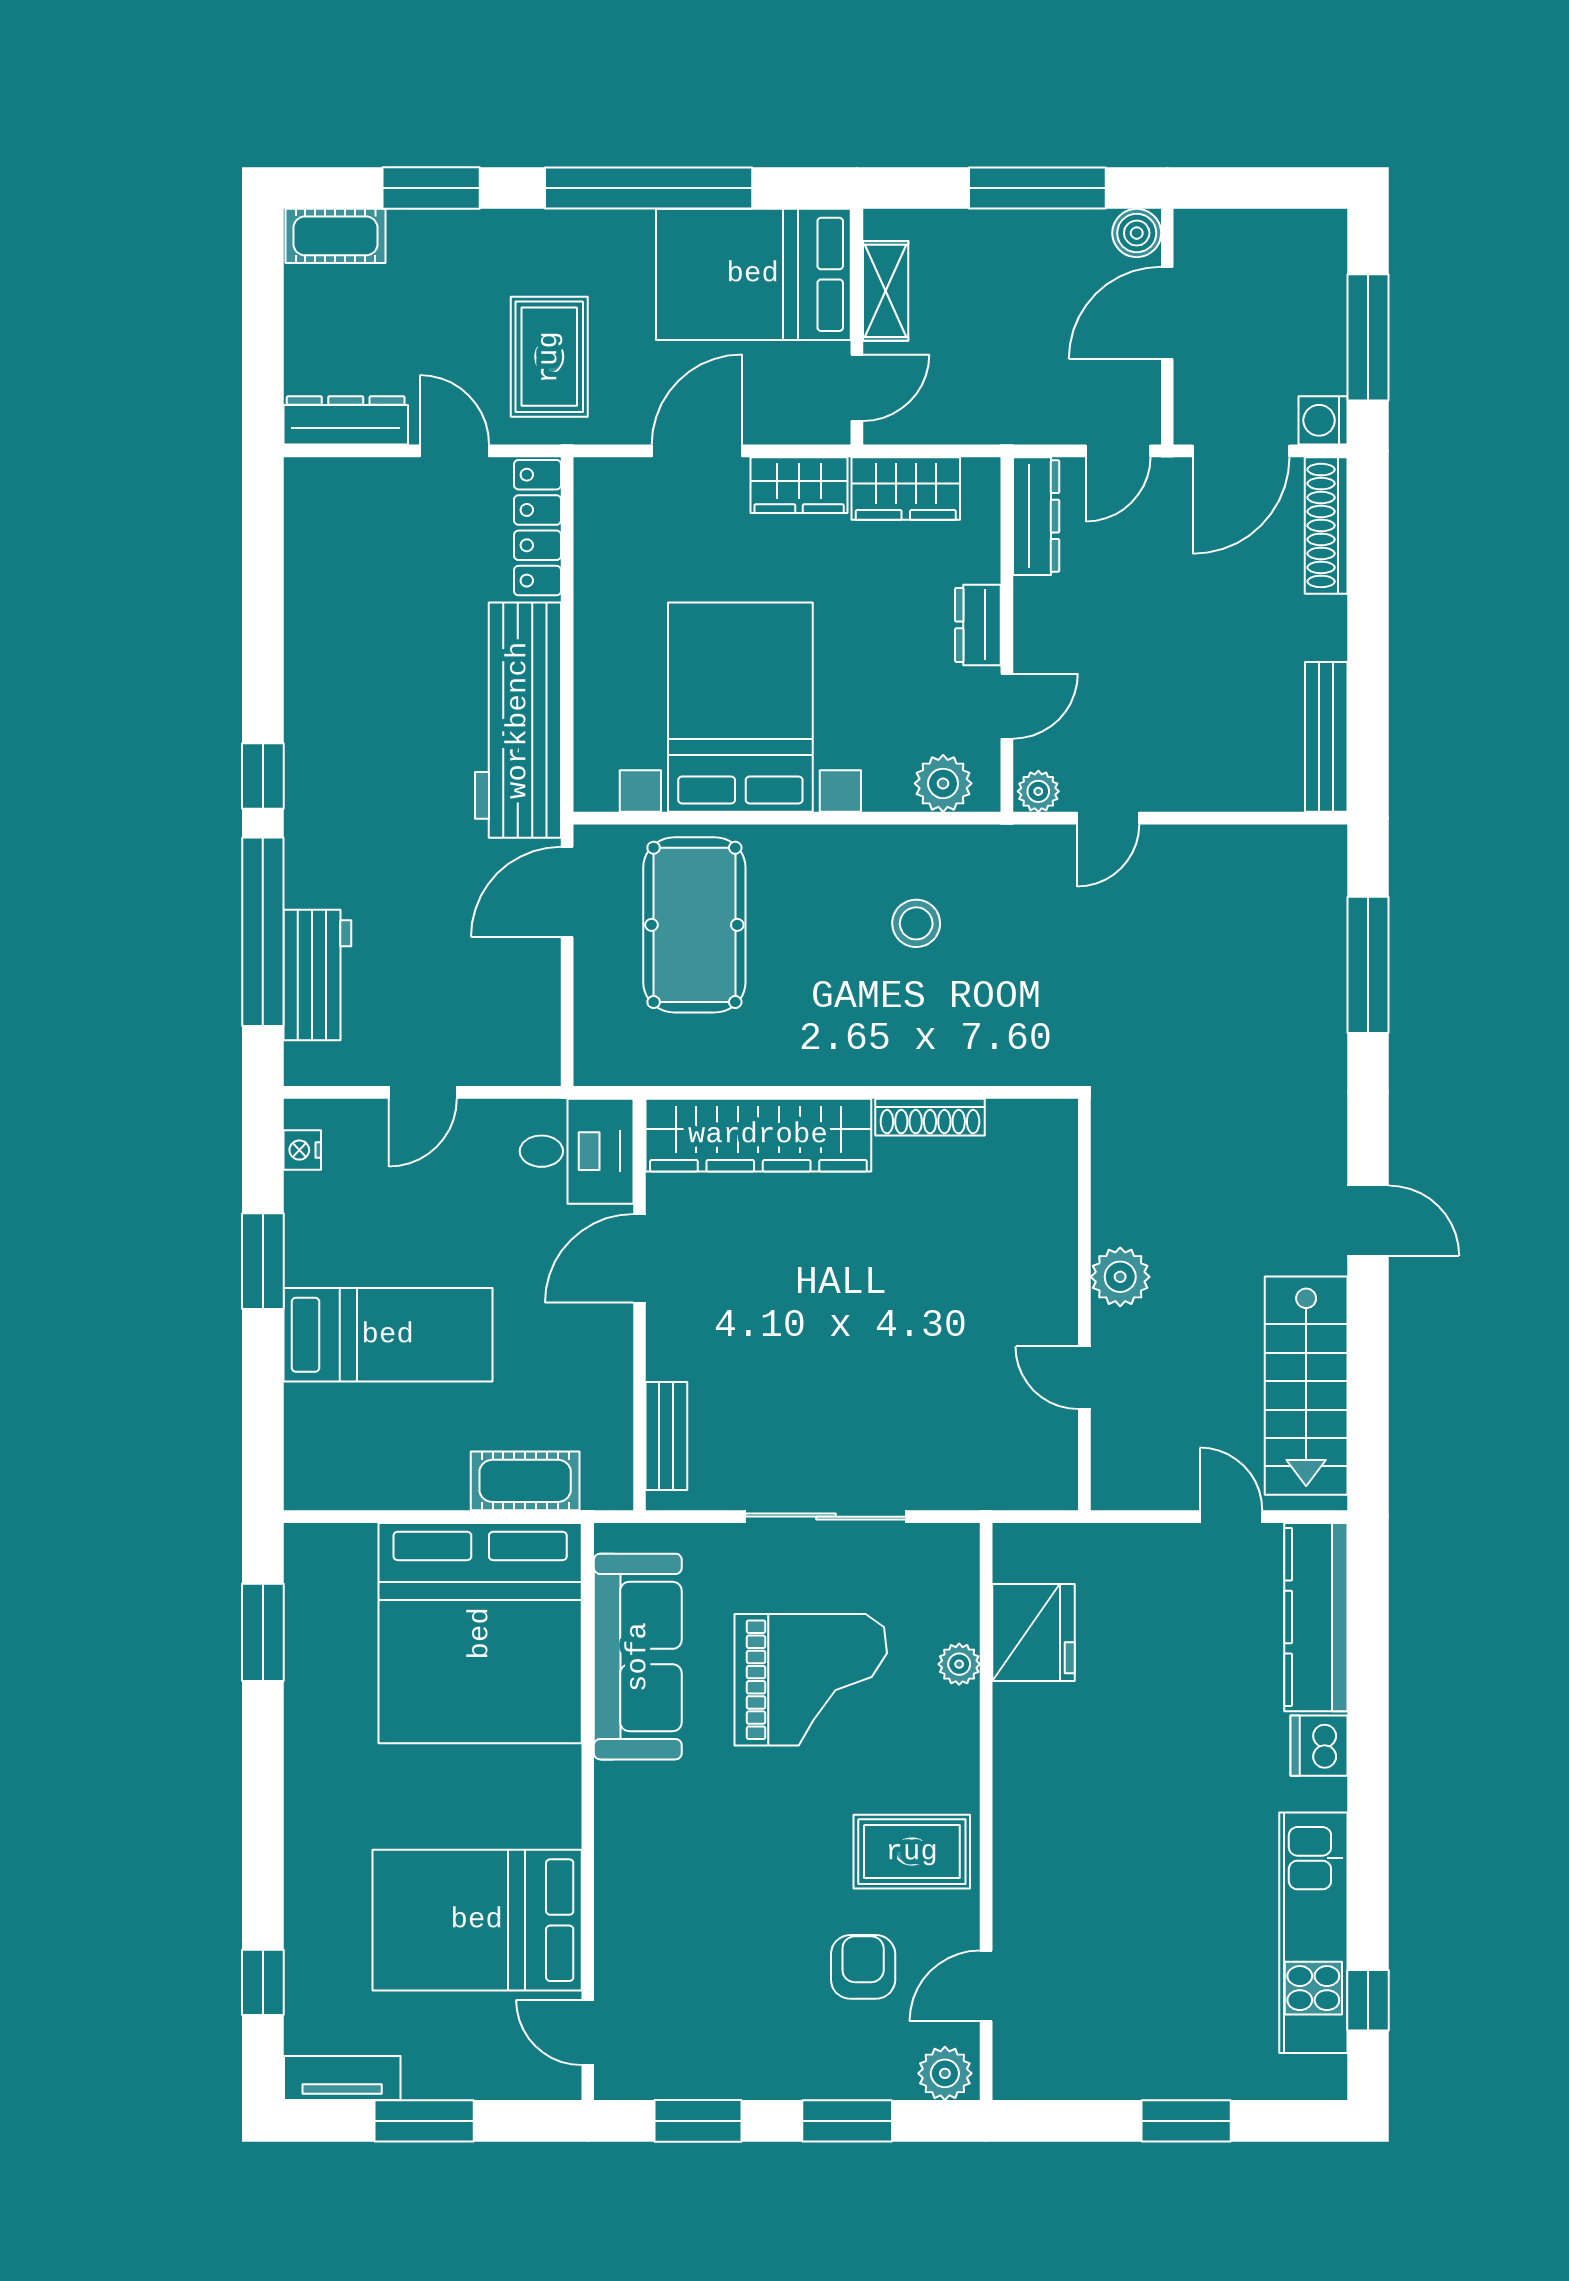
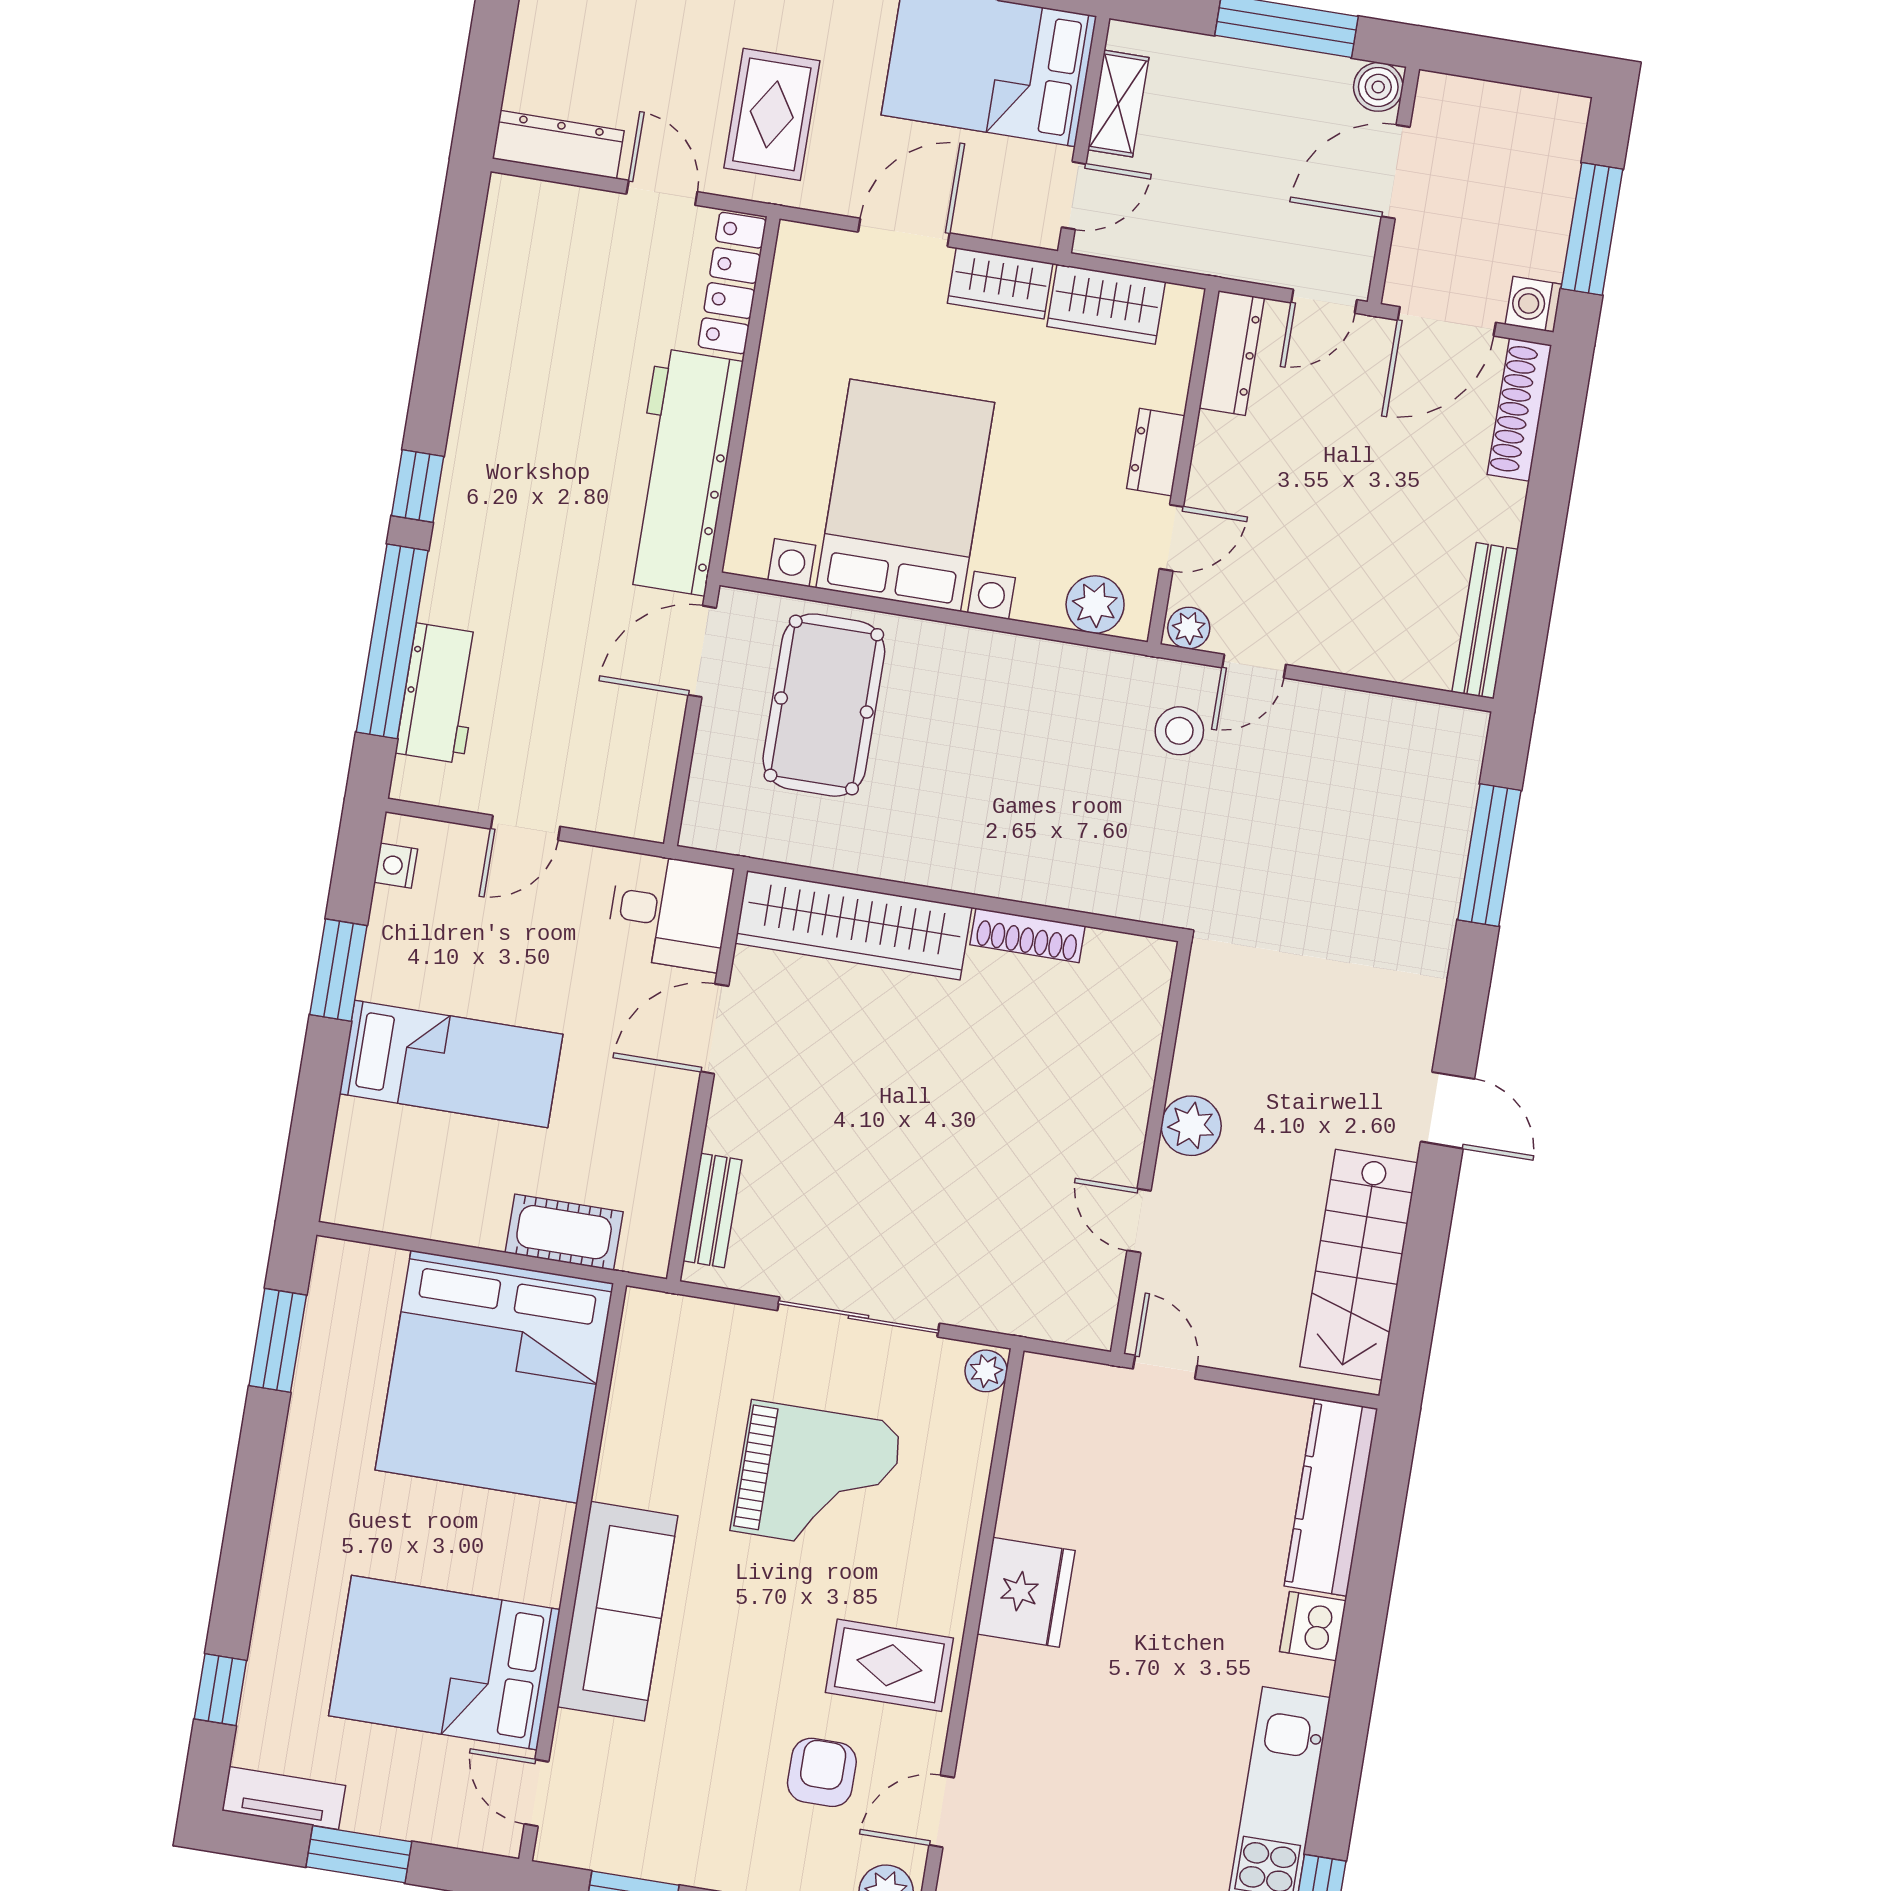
stool: (916, 923) -> (1179, 731), moved
door: (1231, 1517) -> (1165, 1367), moved
fridge: (1034, 1633) -> (1026, 1592), moved
sofa: (638, 1657) -> (617, 1611), moved
plant: (959, 1664) -> (986, 1371), moved

